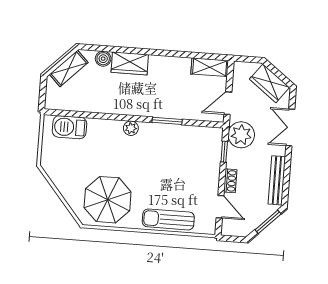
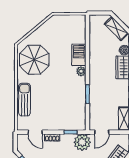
door: (228, 103) -> (102, 132), swing flipped
barbecue: (69, 127) -> (79, 55), moved
door: (220, 207) -> (35, 132), hinge flipped

